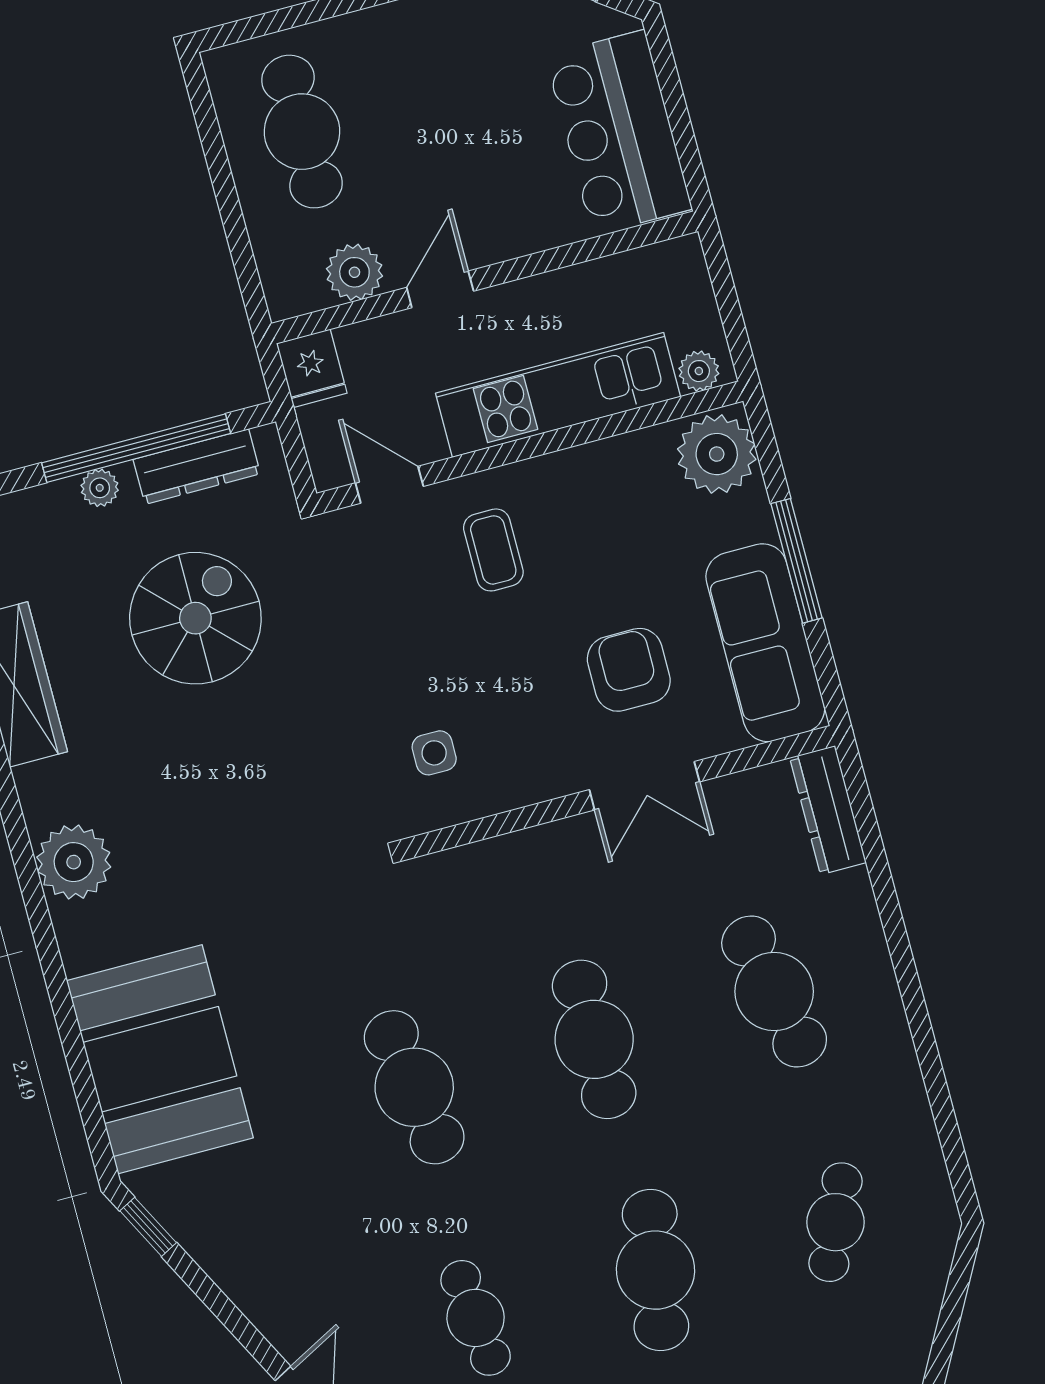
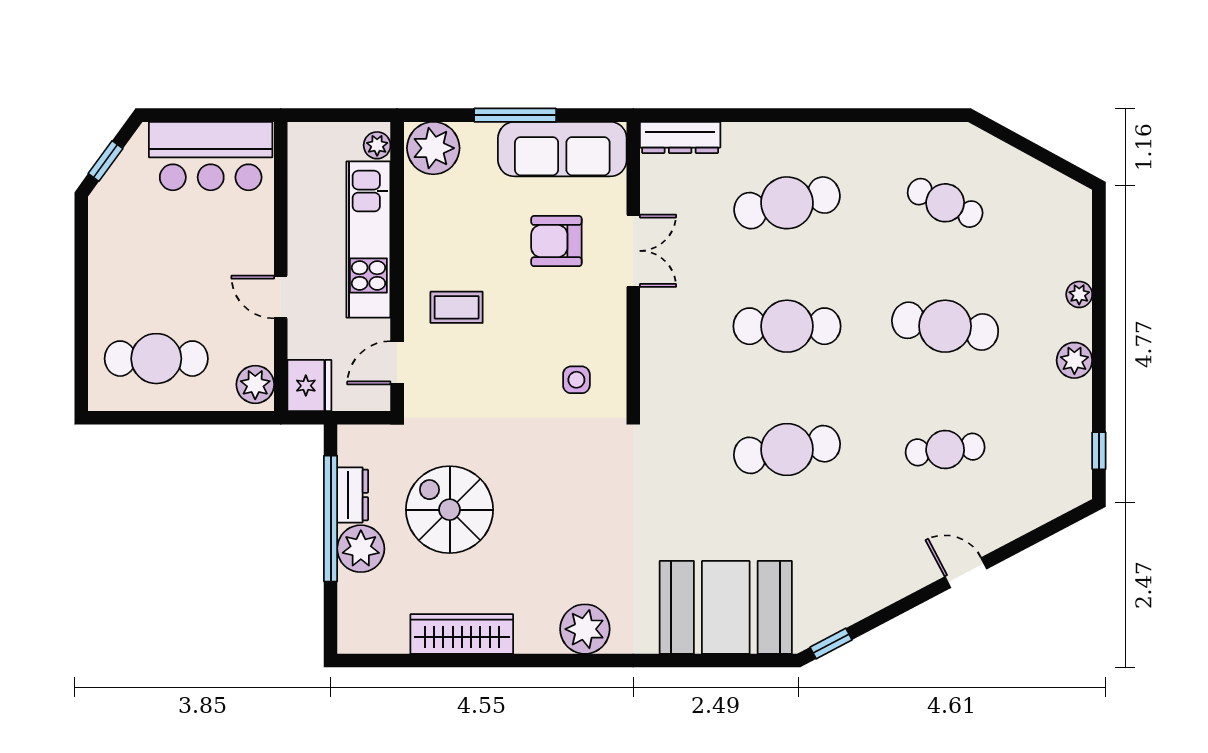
plant: (354, 272) -> (255, 384), moved
fridge: (312, 368) -> (309, 386), width x1.38
dresser: (197, 467) -> (353, 495), width x0.70
plant: (100, 488) -> (361, 549), width x1.88, depth x1.88

